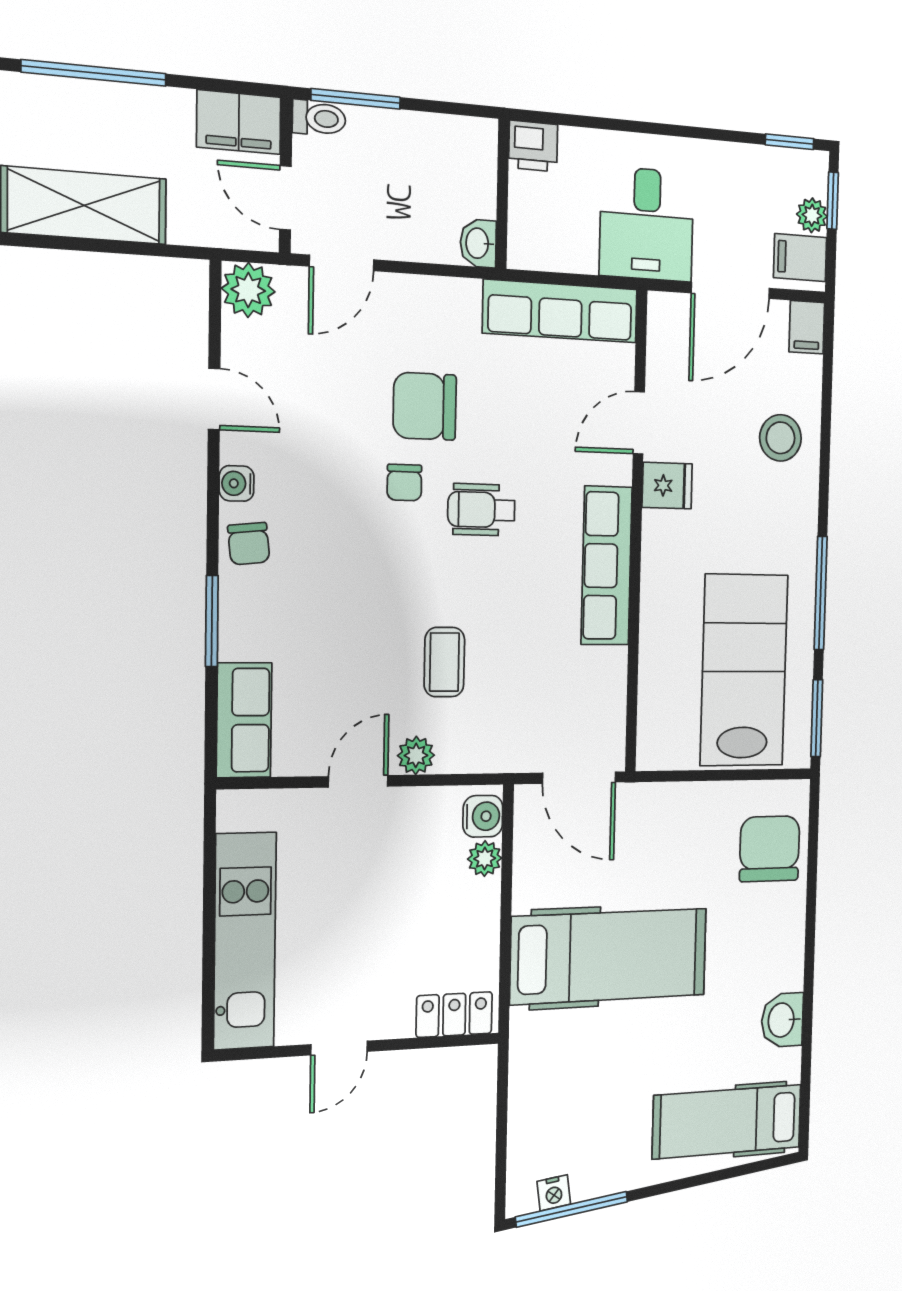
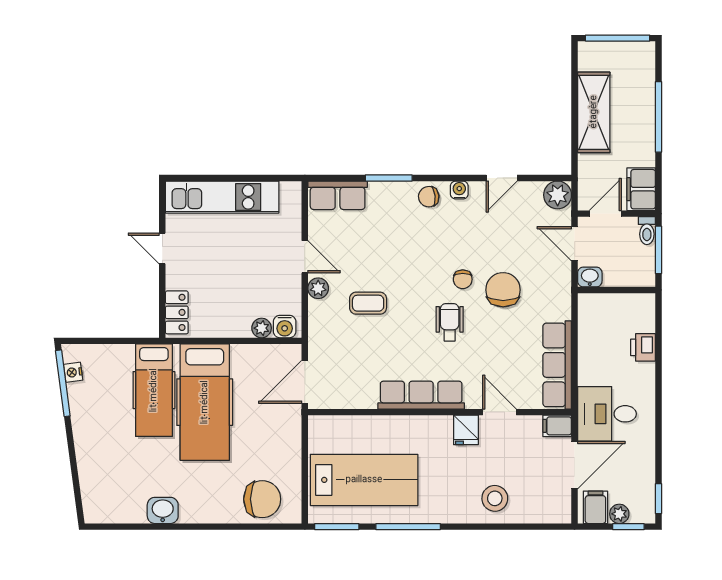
wall: (502, 194) -> (616, 290), moved
washbasin: (478, 243) -> (590, 277), moved
door: (730, 291) -> (575, 465), swing flipped
filing cabinet: (807, 327) -> (557, 426), moved
chair: (404, 482) -> (463, 279), turned -90
hospital bed: (727, 1122) -> (154, 390), moved, turned 180

